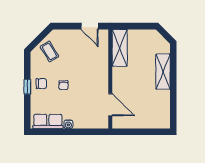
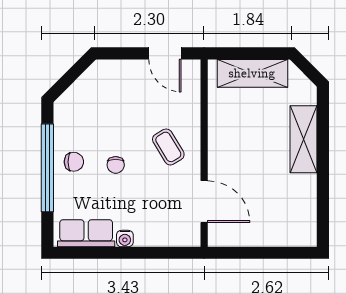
shelving: (120, 48) -> (252, 73), moved, turned 90
coffee table: (49, 52) -> (168, 147), moved
window: (27, 87) -> (47, 168), width x3.17

